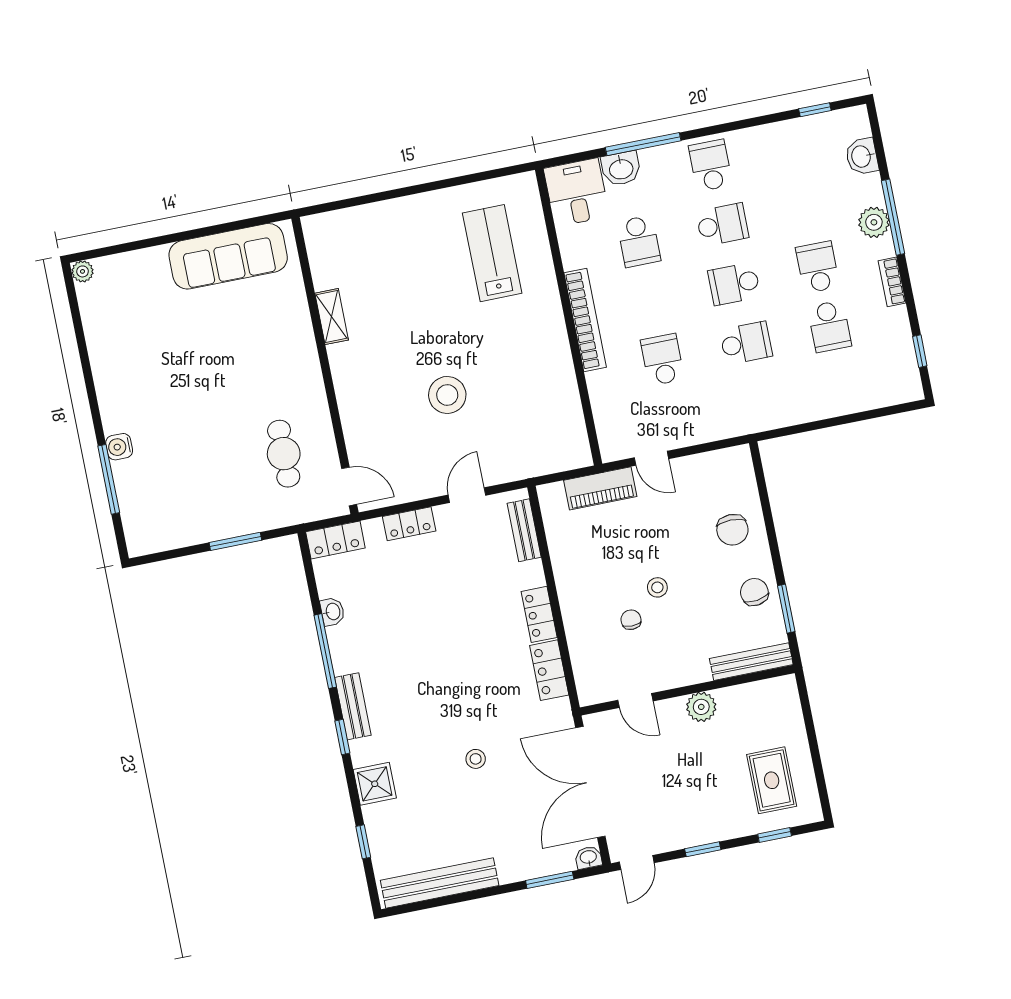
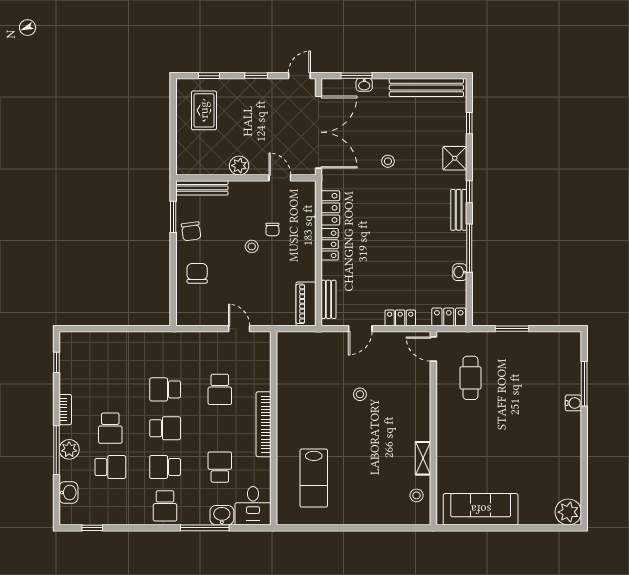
stool: (330, 258) -> (417, 495), added
plant: (83, 271) -> (568, 512), width x1.88, depth x1.88
school desk: (829, 326) -> (110, 467), moved, turned 90
stool: (447, 395) -> (360, 394), width x0.53, depth x0.53
piano: (600, 488) -> (306, 304), moved, turned -90
washbasin: (588, 858) -> (364, 85), moved

